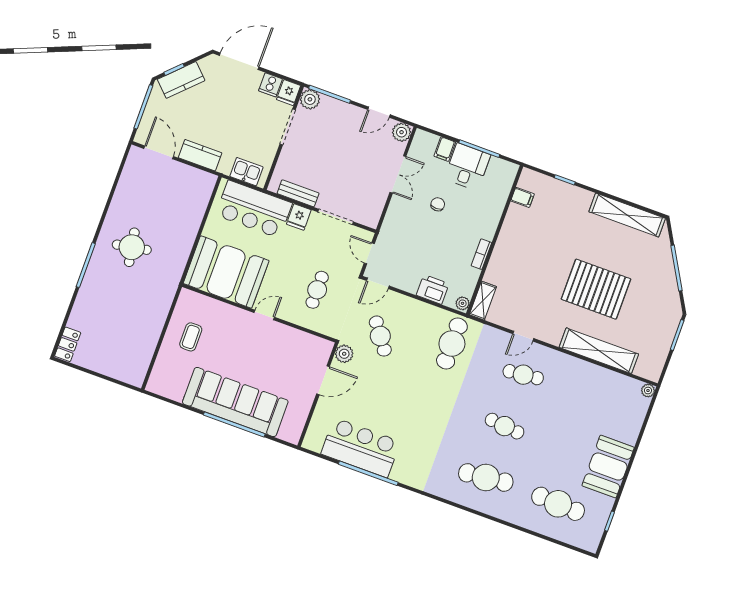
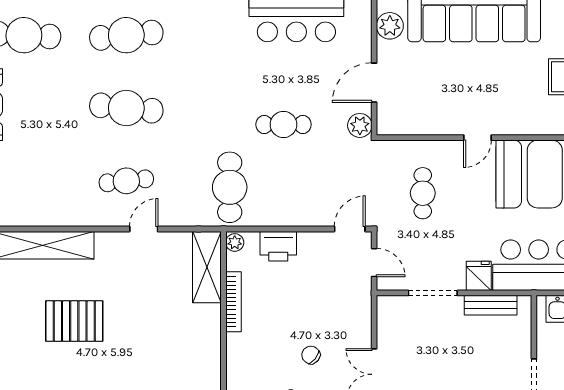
chair: (438, 204) -> (311, 355), turned 129
bookcase: (481, 254) -> (233, 302), width x1.56
pallet: (596, 289) -> (74, 321), width x0.73, depth x0.71
shelving: (483, 301) -> (207, 267), width x1.50, depth x1.33
cafe table: (380, 336) -> (283, 124), moved, turned -54
plant: (297, 416) -> (390, 26), added
cafe table: (505, 426) -> (126, 108), width x1.37, depth x1.35

